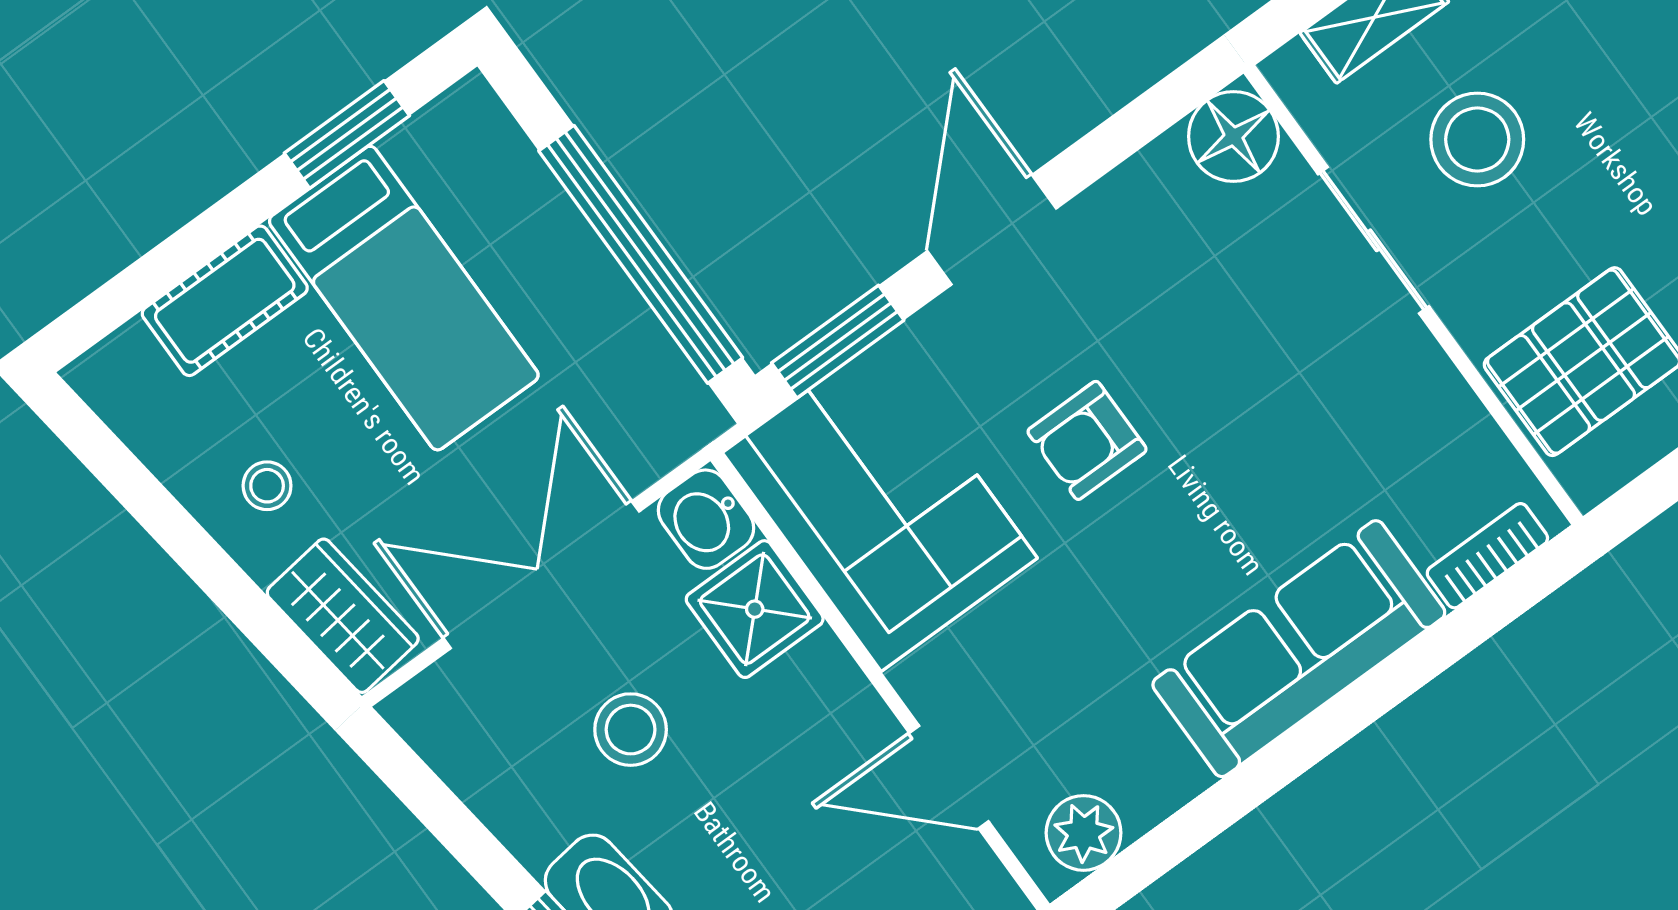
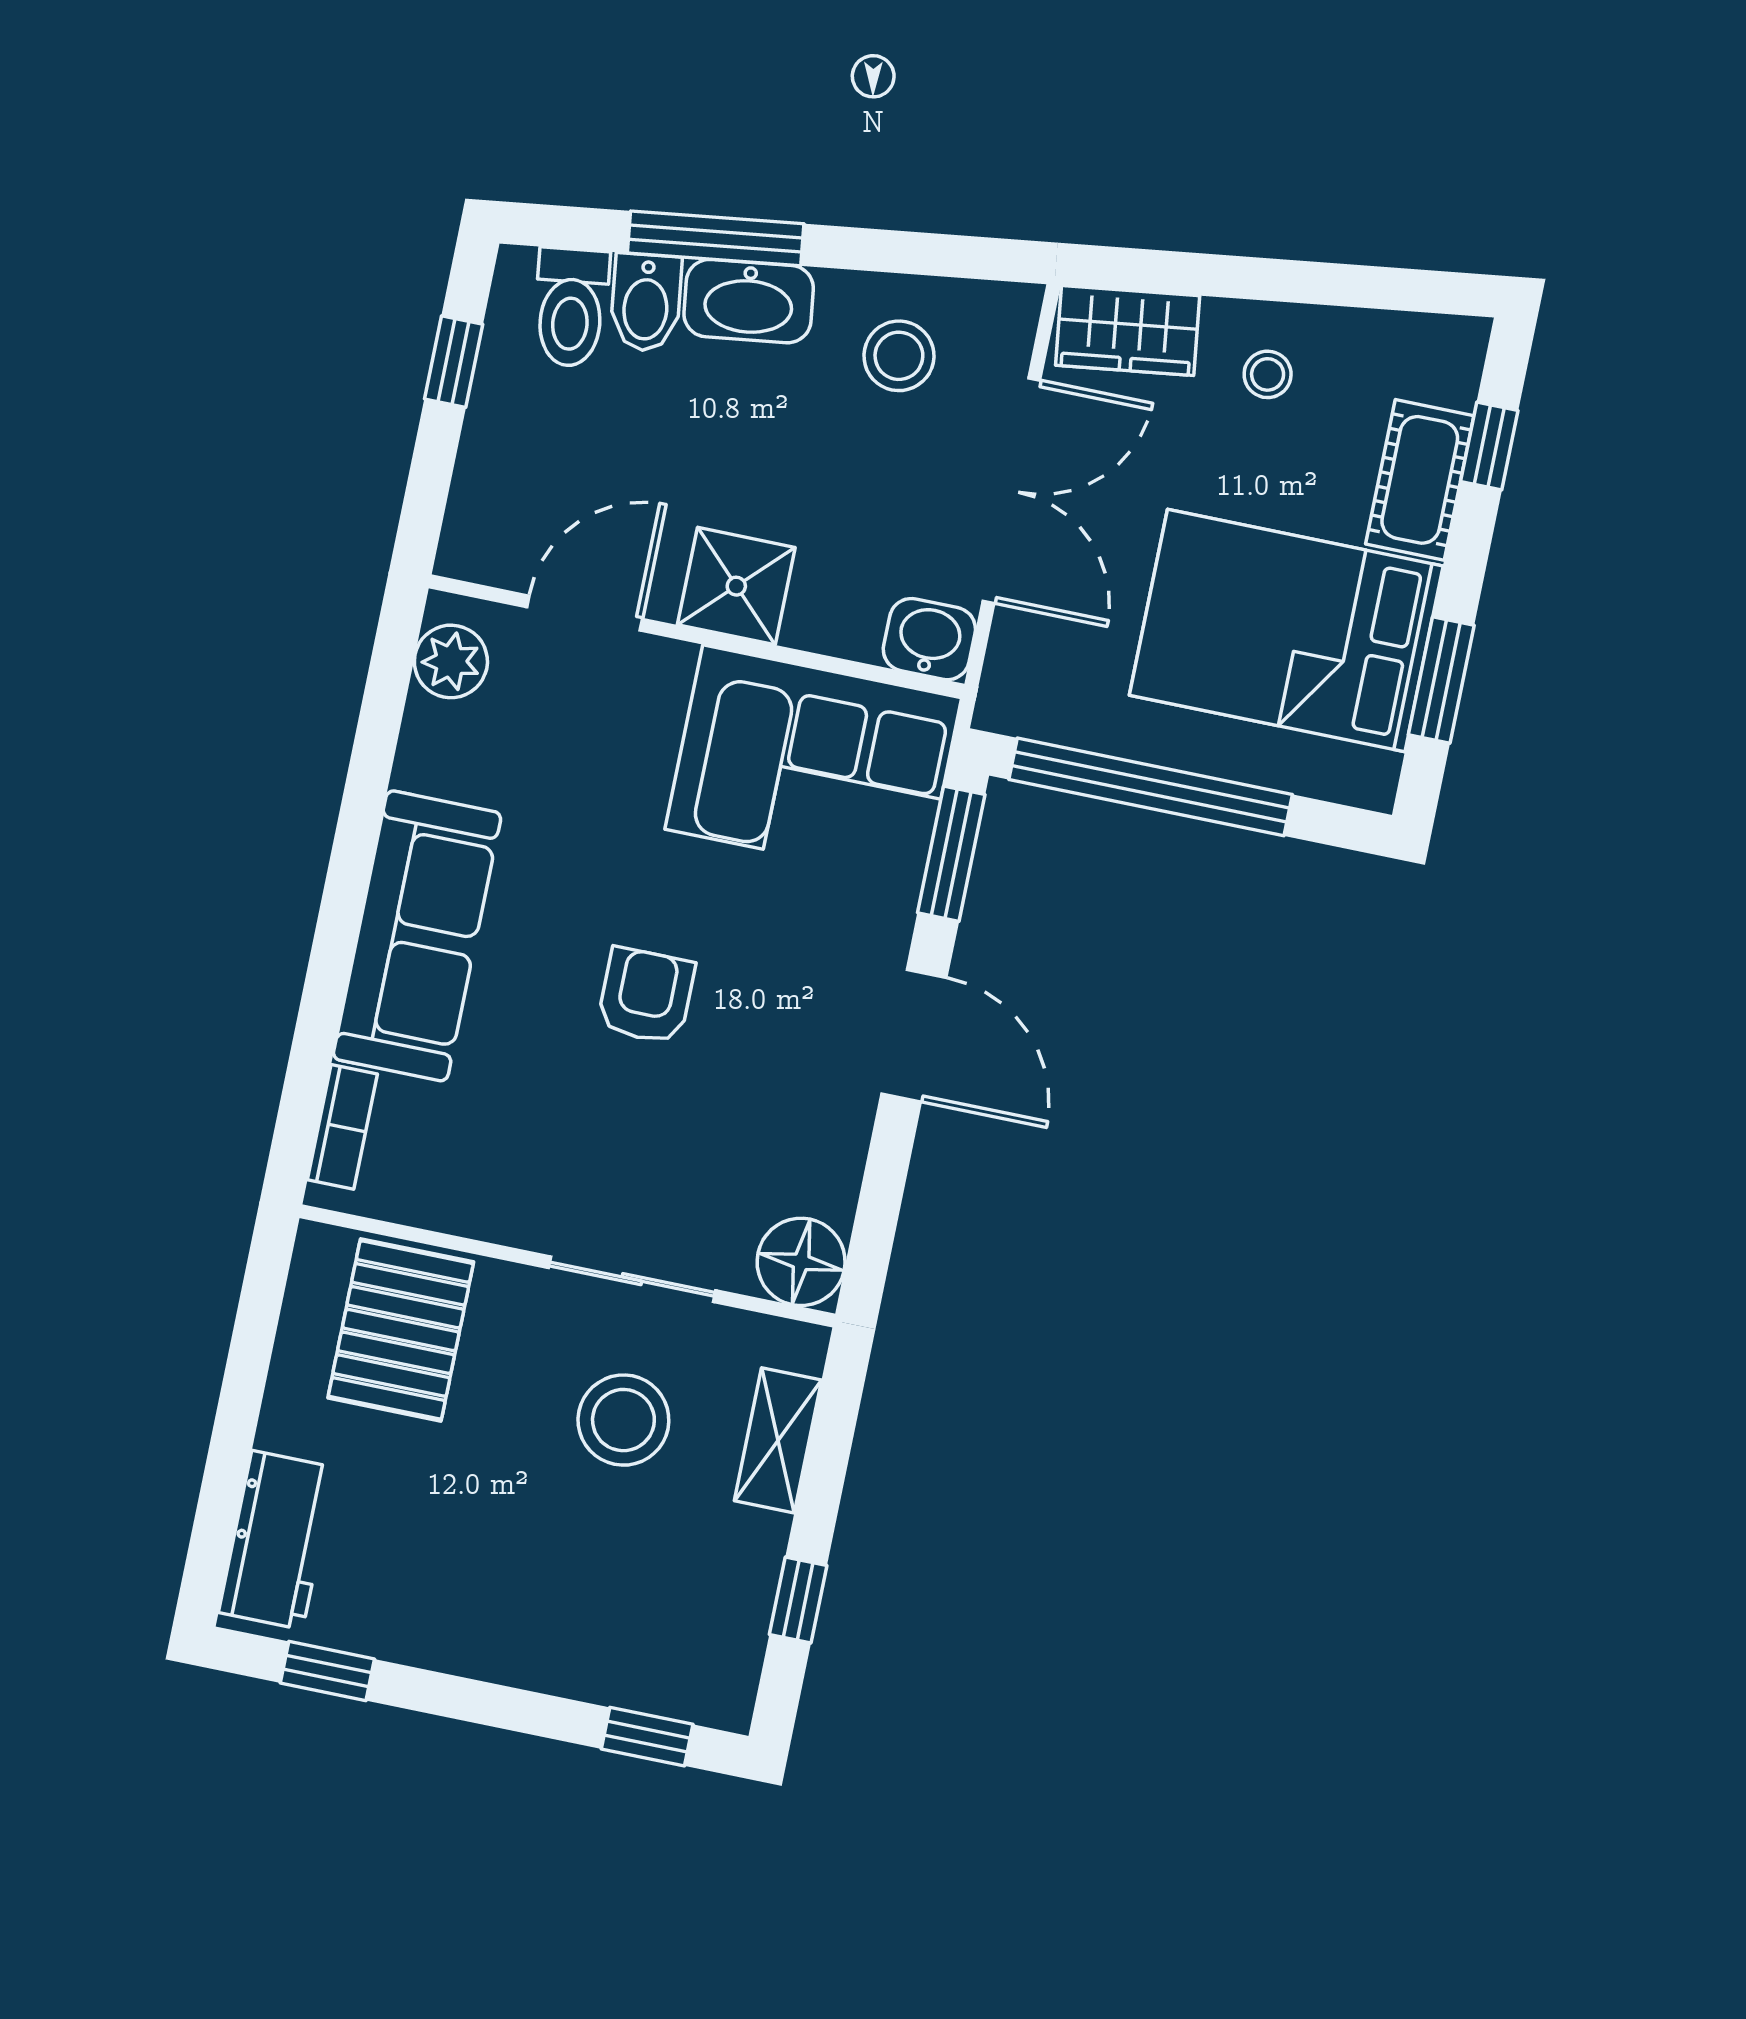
window: (149, 278) -> (1489, 446), added
bed: (404, 298) -> (1286, 631), width x1.50
armchair: (1087, 440) -> (646, 996), moved
shower: (755, 609) -> (736, 586), moved
stool: (631, 730) -> (899, 356), moved

